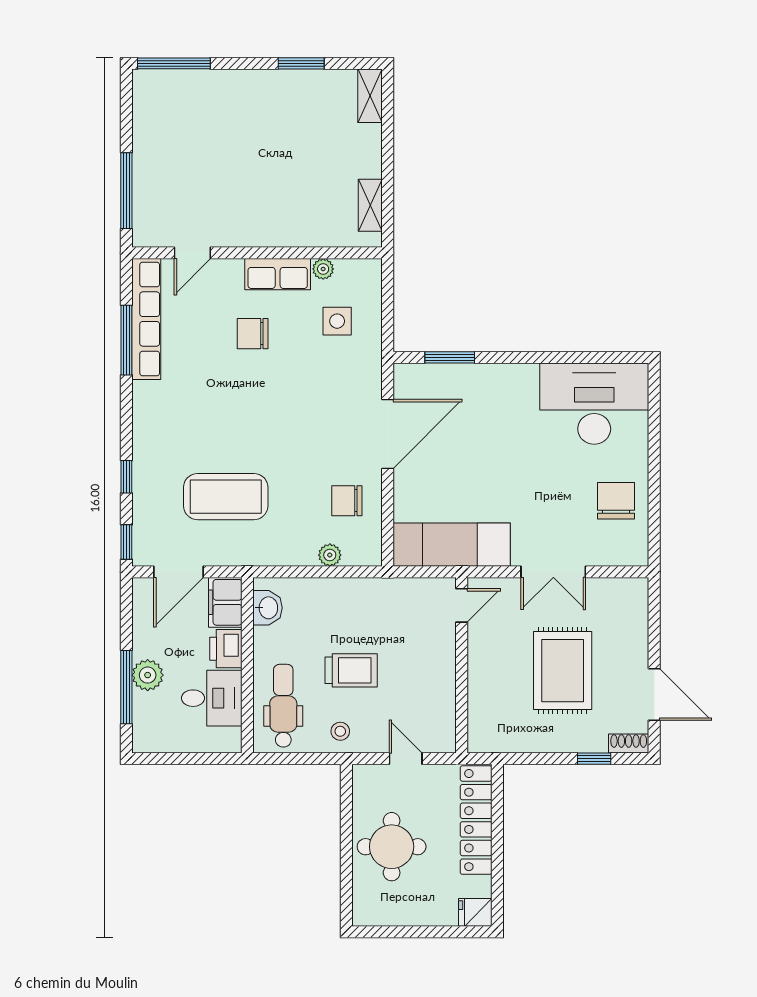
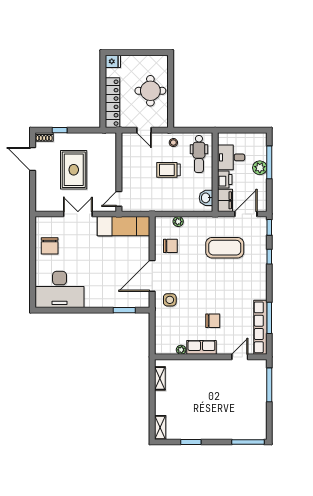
side table: (337, 321) -> (170, 300), moved

